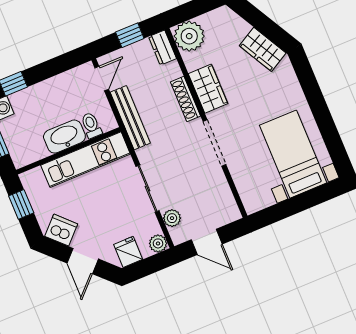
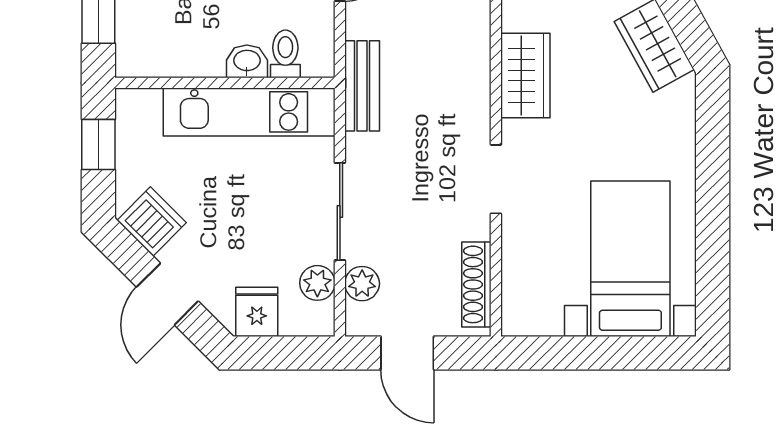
shoe rack: (185, 99) -> (476, 284), moved
bench: (130, 118) -> (362, 86), width x0.73
washbasin: (64, 137) -> (247, 61), width x0.52, depth x0.69
doorway: (214, 143) -> (496, 179), width x0.73
plant: (158, 243) -> (317, 283), moved

